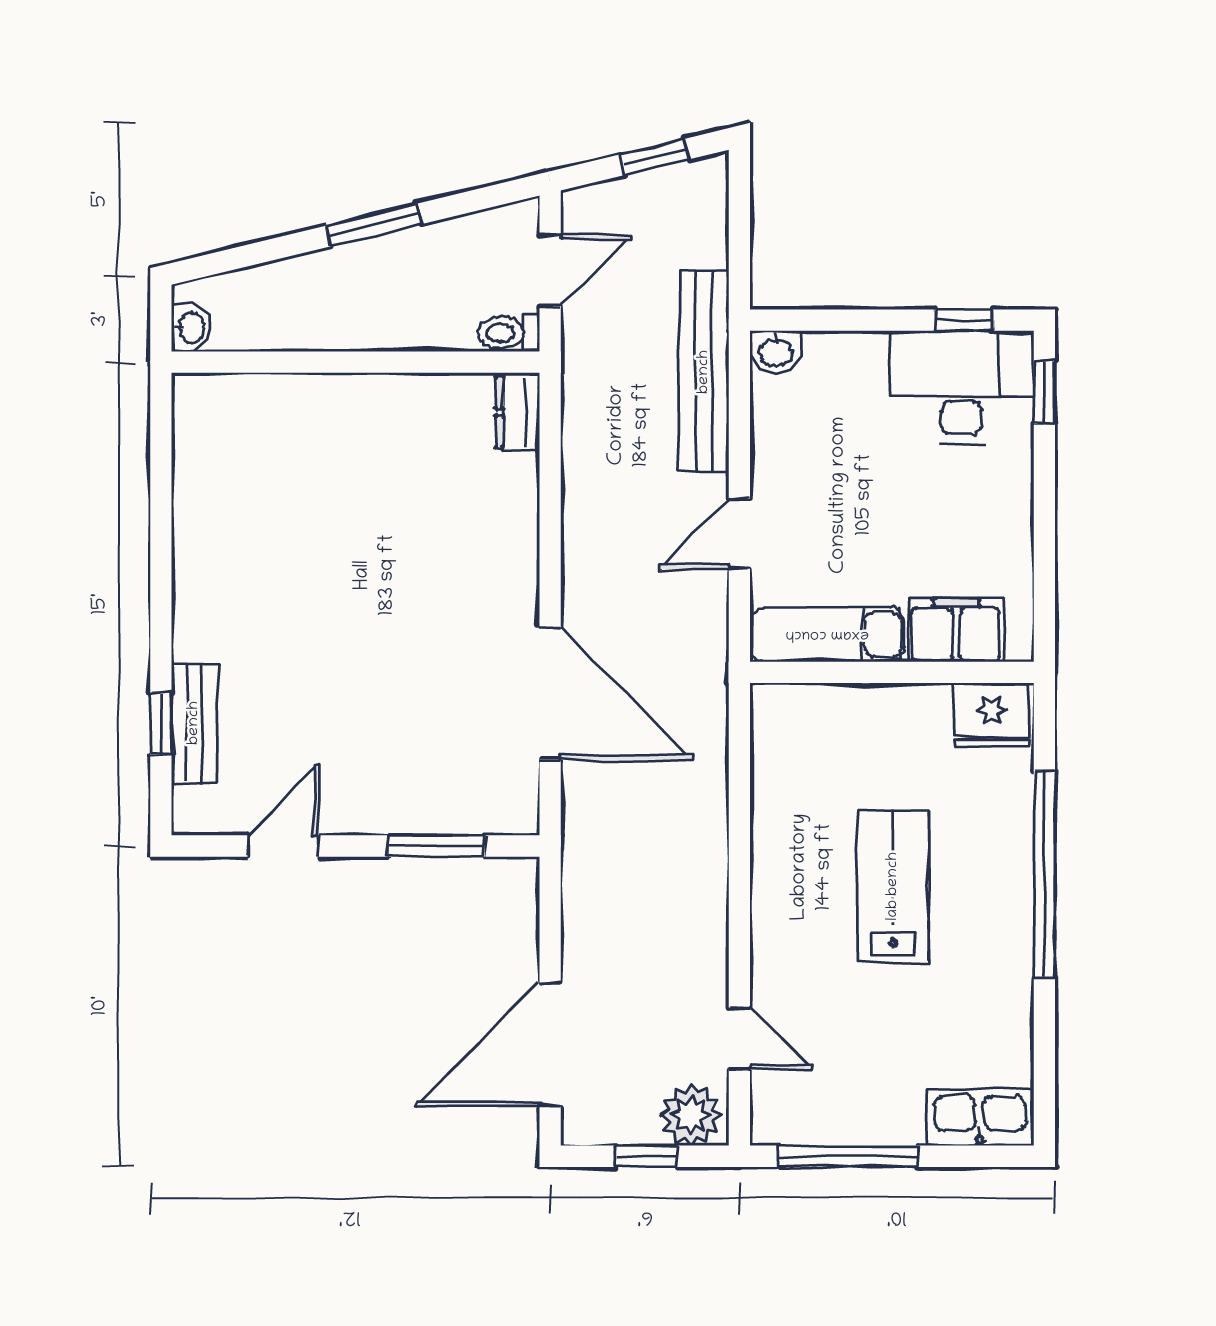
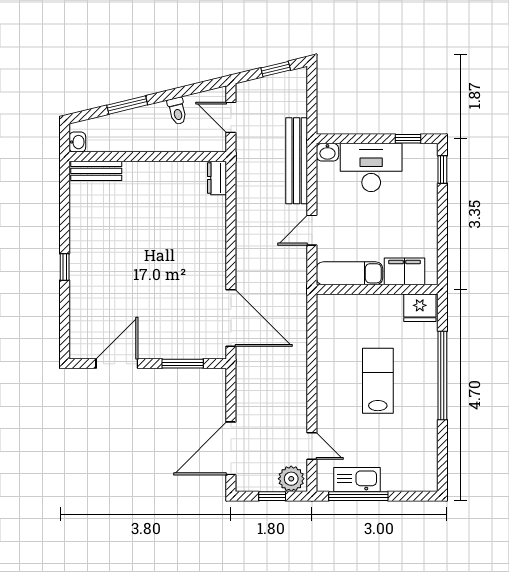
window: (373, 225) -> (127, 105), moved
door: (550, 270) -> (231, 117), swing flipped
toilet: (509, 333) -> (177, 111), moved, turned -104
desk: (962, 387) -> (371, 167), moved
door: (550, 693) -> (231, 318), moved
bench: (194, 723) -> (96, 171), moved, turned 90
window: (161, 724) -> (65, 267), moved
door: (283, 846) -> (117, 364), width x1.38
kitchen sink: (980, 1117) -> (357, 480), moved

